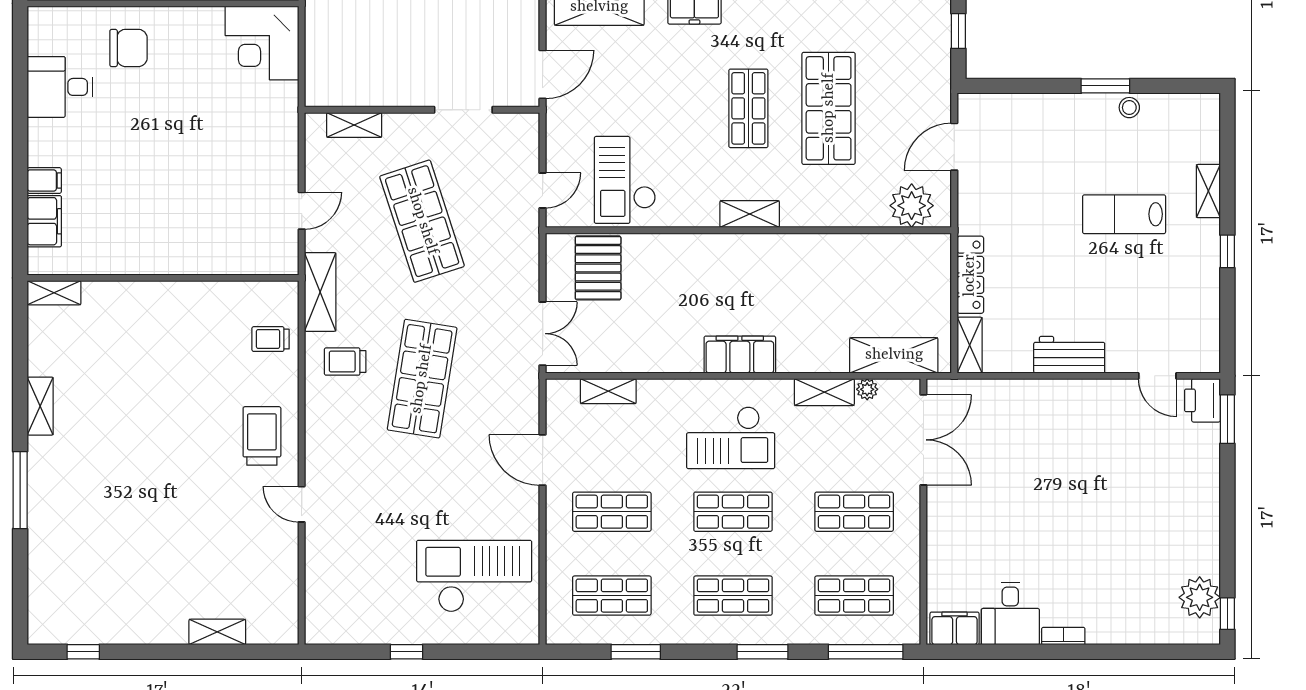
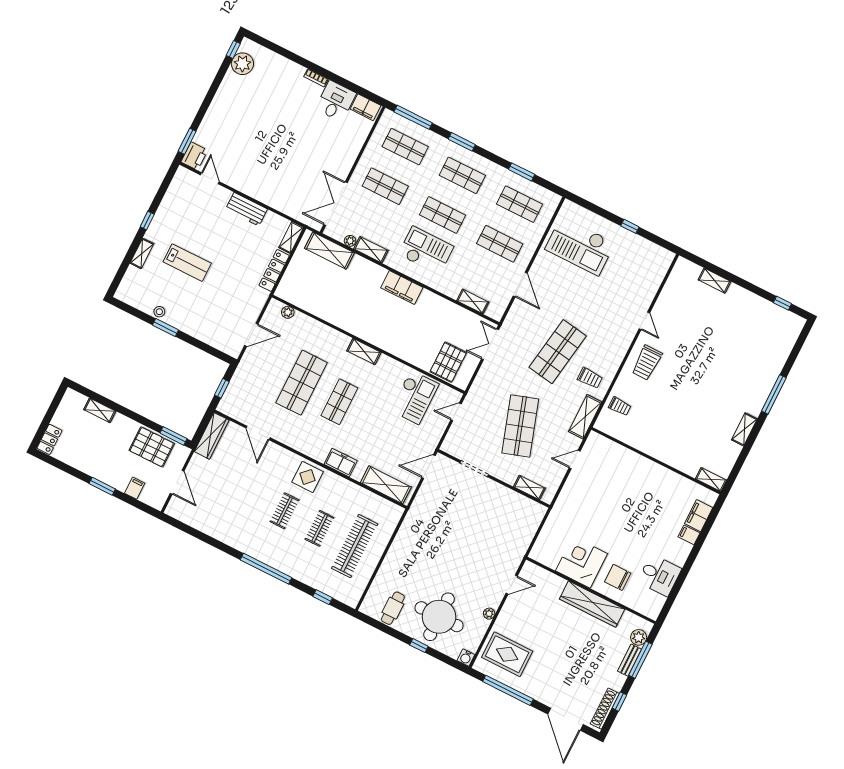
corner desk: (262, 43) -> (582, 562), moved, turned -90
plant: (912, 206) -> (288, 312), width x0.53, depth x0.53

